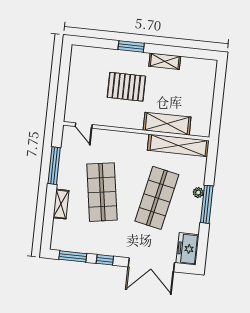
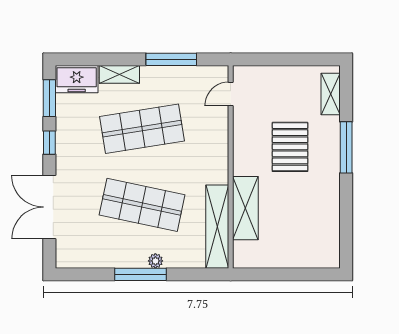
window: (131, 46) -> (346, 147), width x1.44
shelving: (165, 61) -> (331, 94), moved
freezer: (188, 249) -> (77, 79), moved, turned 180

